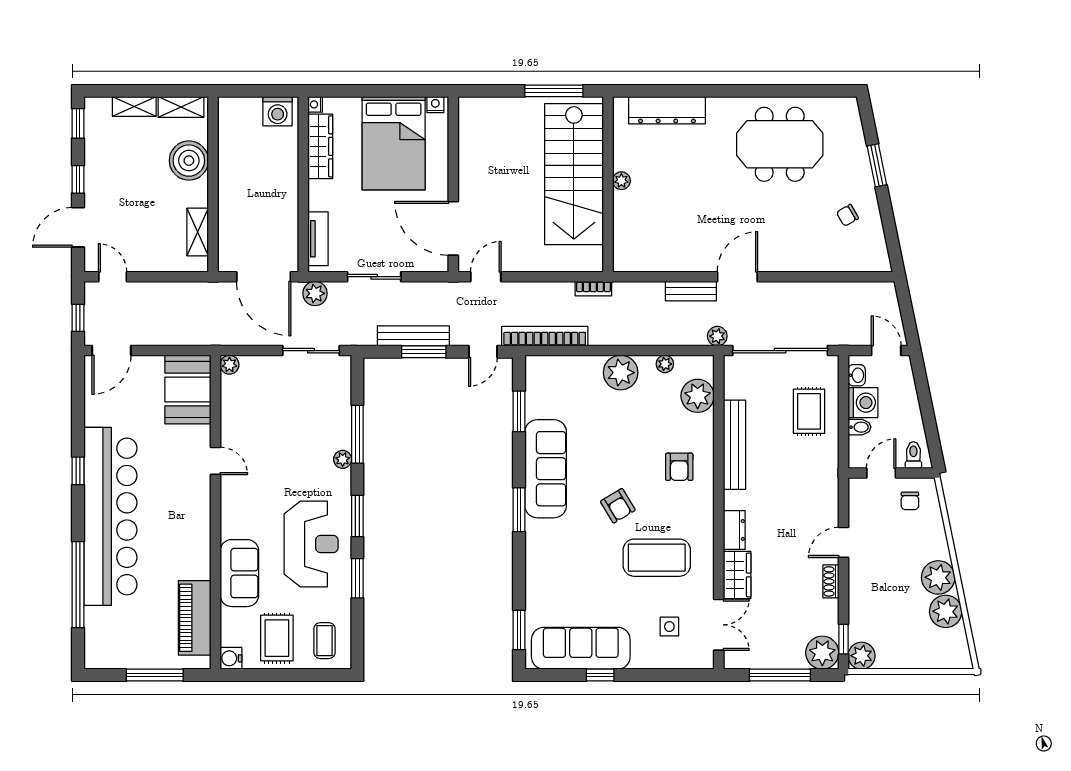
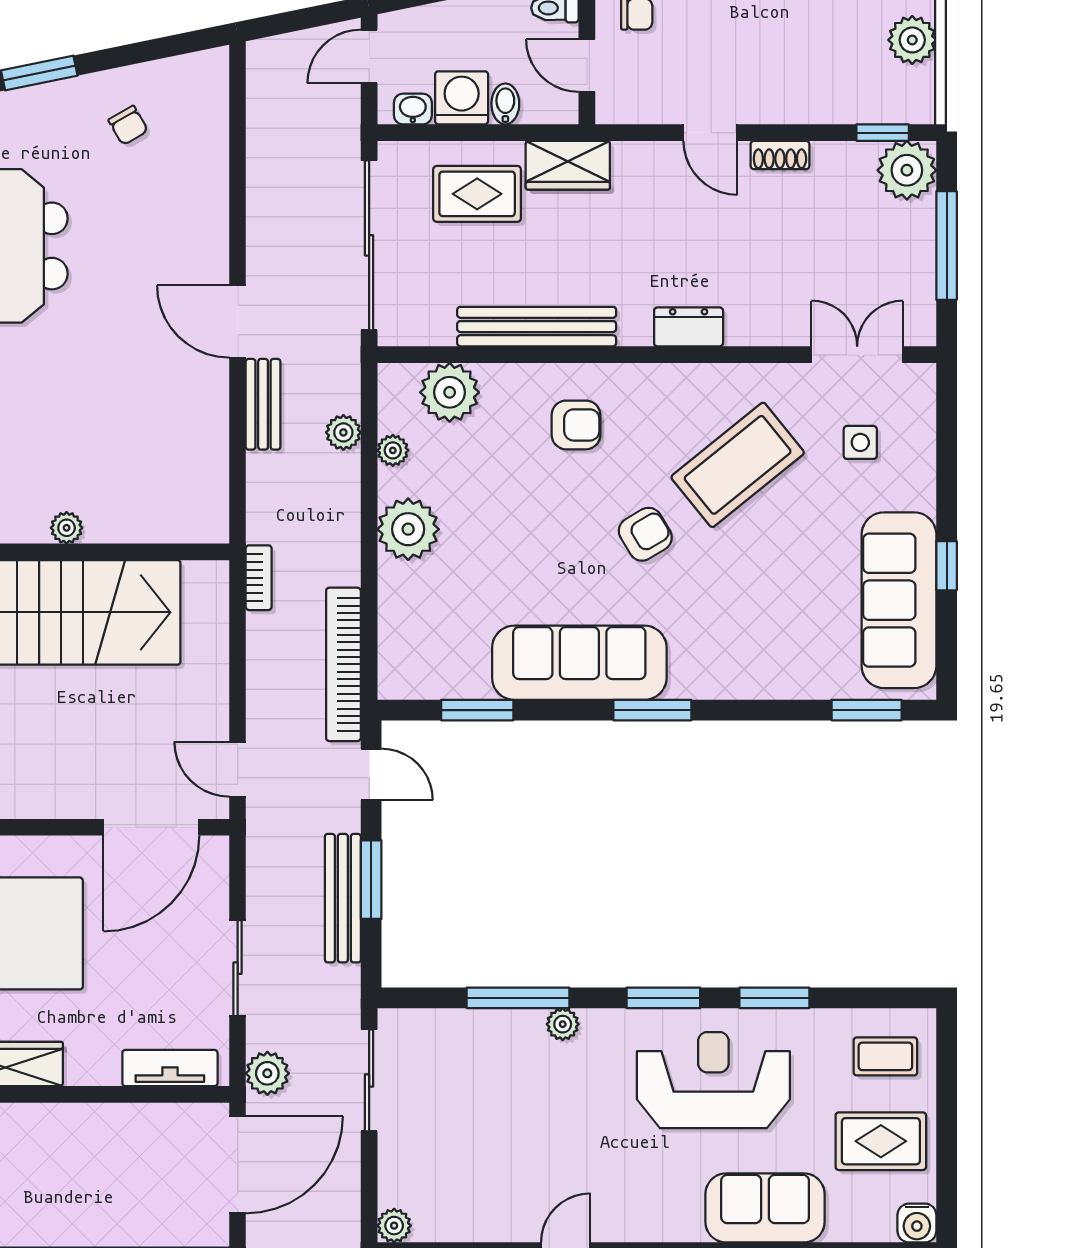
plant: (717, 336) -> (343, 432), moved
coffee table: (657, 558) -> (738, 465), turned 51
wardrobe: (737, 575) -> (568, 165), moved, turned 180
plant: (862, 656) -> (912, 40), moved

